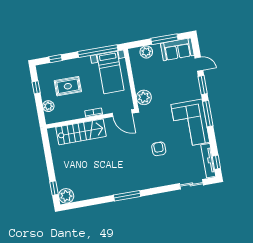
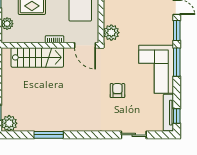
sliding door: (191, 184) -> (134, 135), moved
window: (127, 196) -> (49, 135), moved

